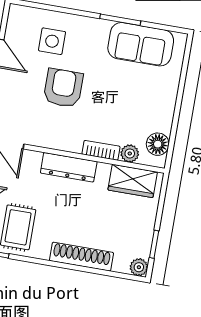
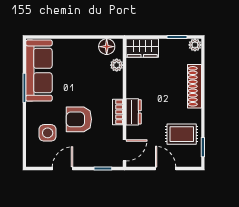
sofa: (141, 44) -> (39, 71), width x1.36
bookcase: (101, 150) -> (118, 112), moved
dresser: (69, 167) -> (134, 112), width x0.70
wardrobe: (133, 181) -> (142, 48), moved, turned 90

